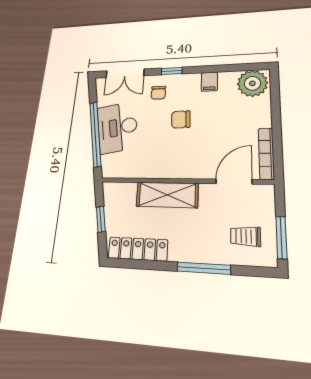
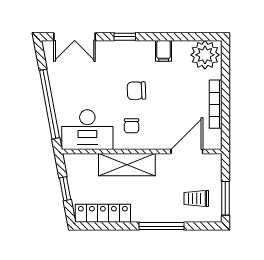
chair: (158, 93) -> (132, 126), moved
desk: (117, 127) -> (87, 130), moved, turned -79
bookcase: (266, 153) -> (216, 104), moved

